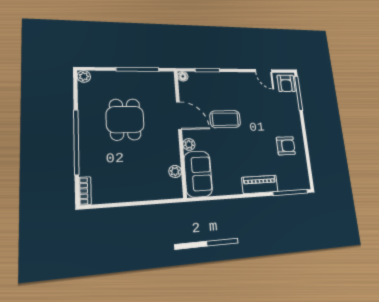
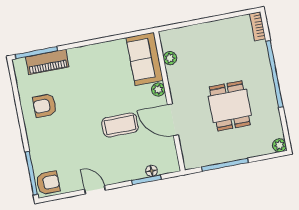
door: (264, 71) -> (95, 190), moved
floor lamp: (183, 76) -> (152, 171), moved
armchair: (286, 83) -> (48, 183), turned 90
piano: (260, 184) -> (47, 62), moved

